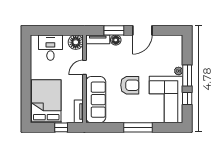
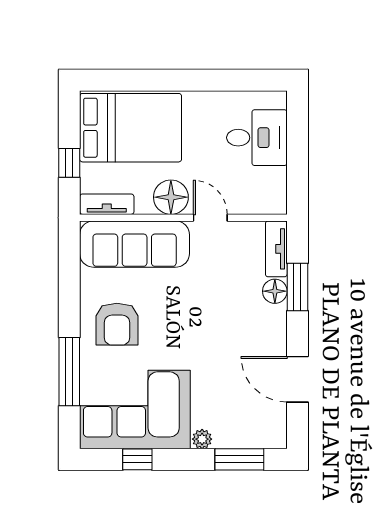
door: (142, 30) -> (297, 379), moved
floor lamp: (76, 42) -> (171, 197), moved
window: (187, 75) -> (239, 459), moved
armchair: (130, 85) -> (117, 324), moved
window: (138, 127) -> (69, 372), moved

